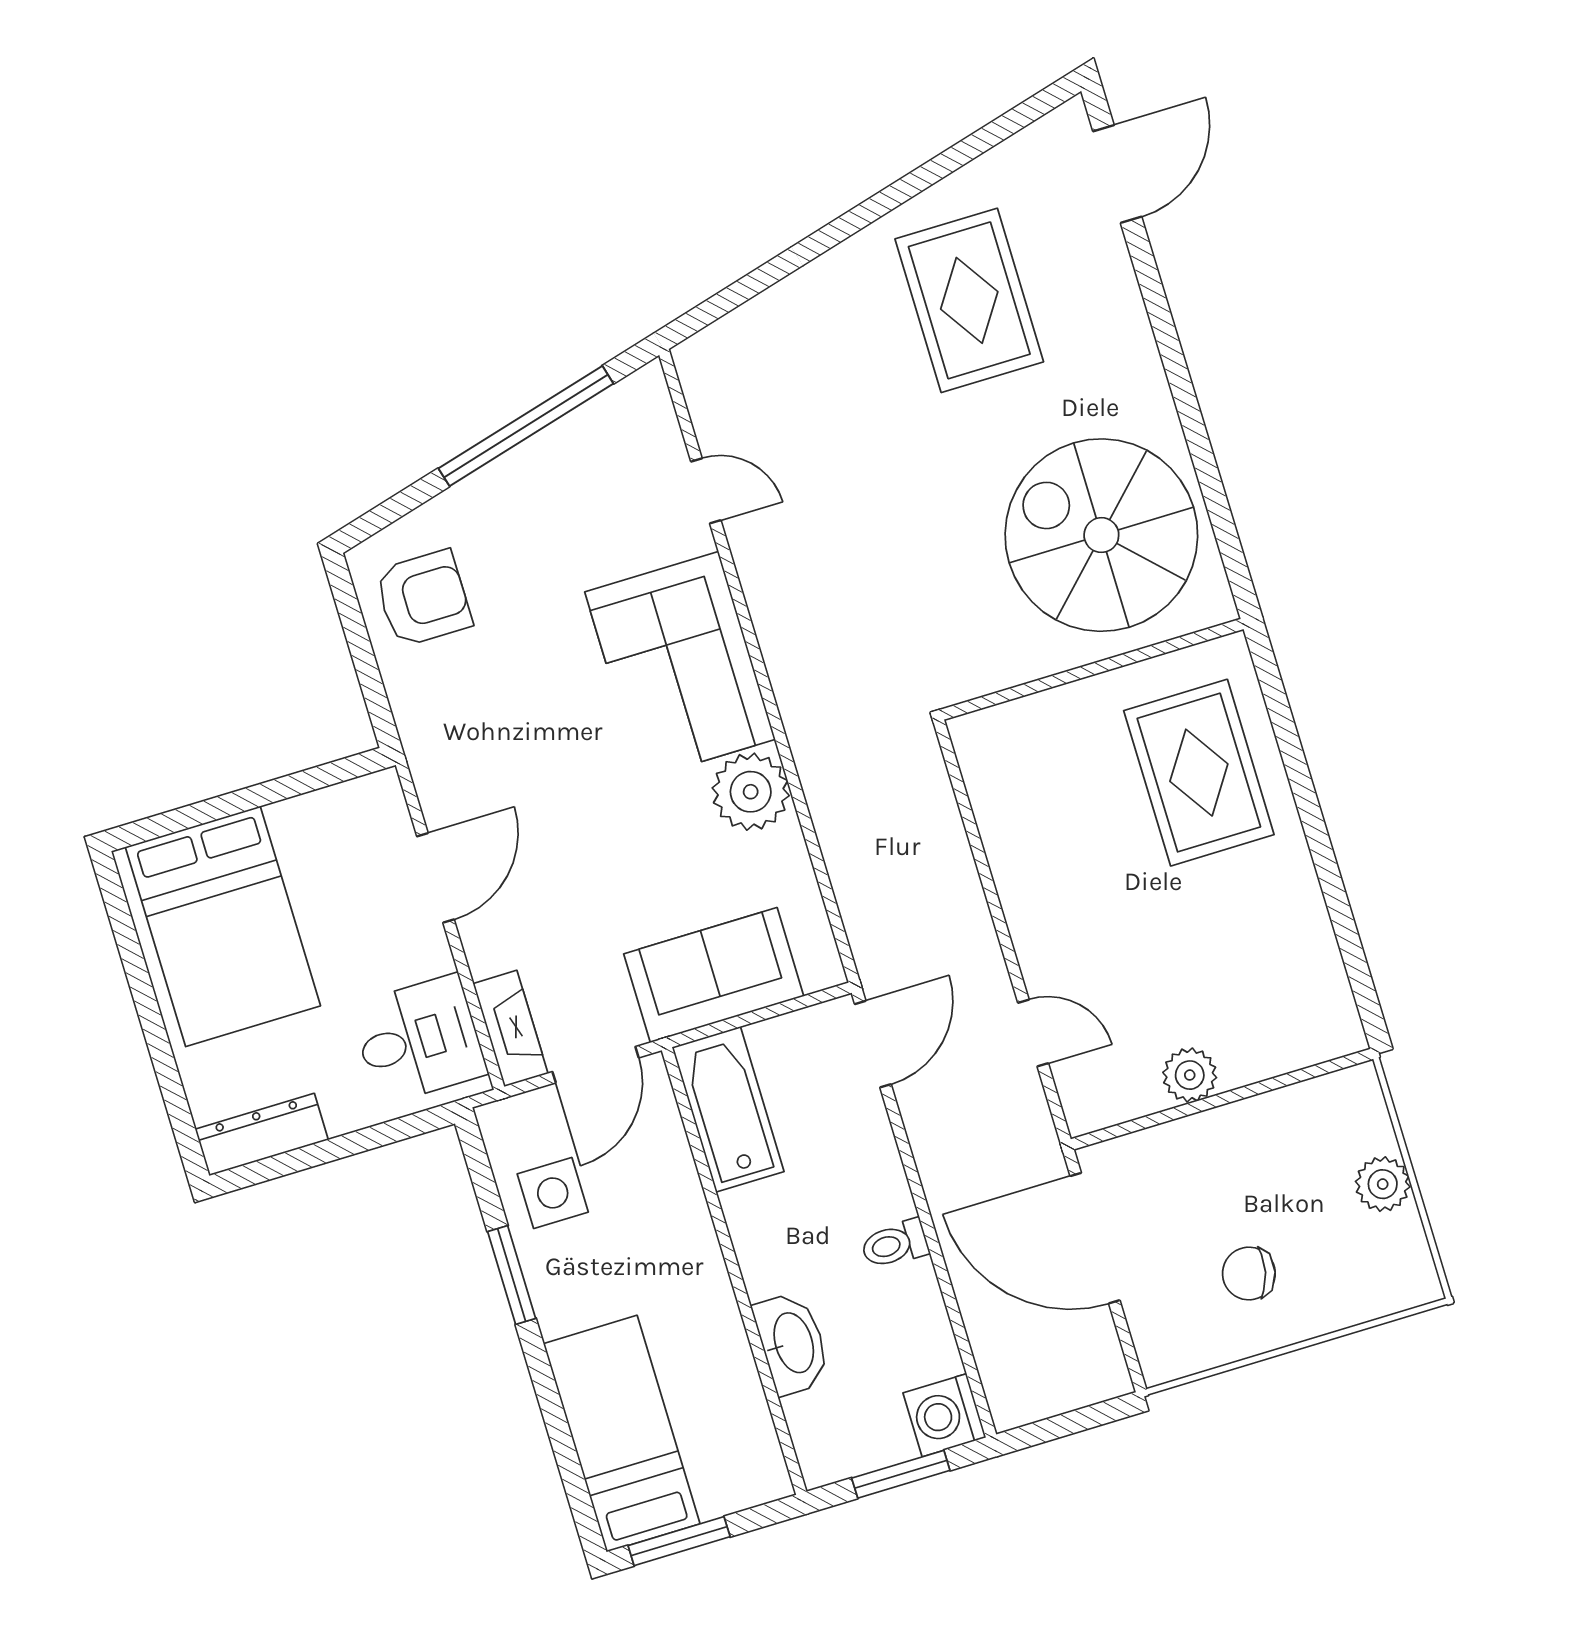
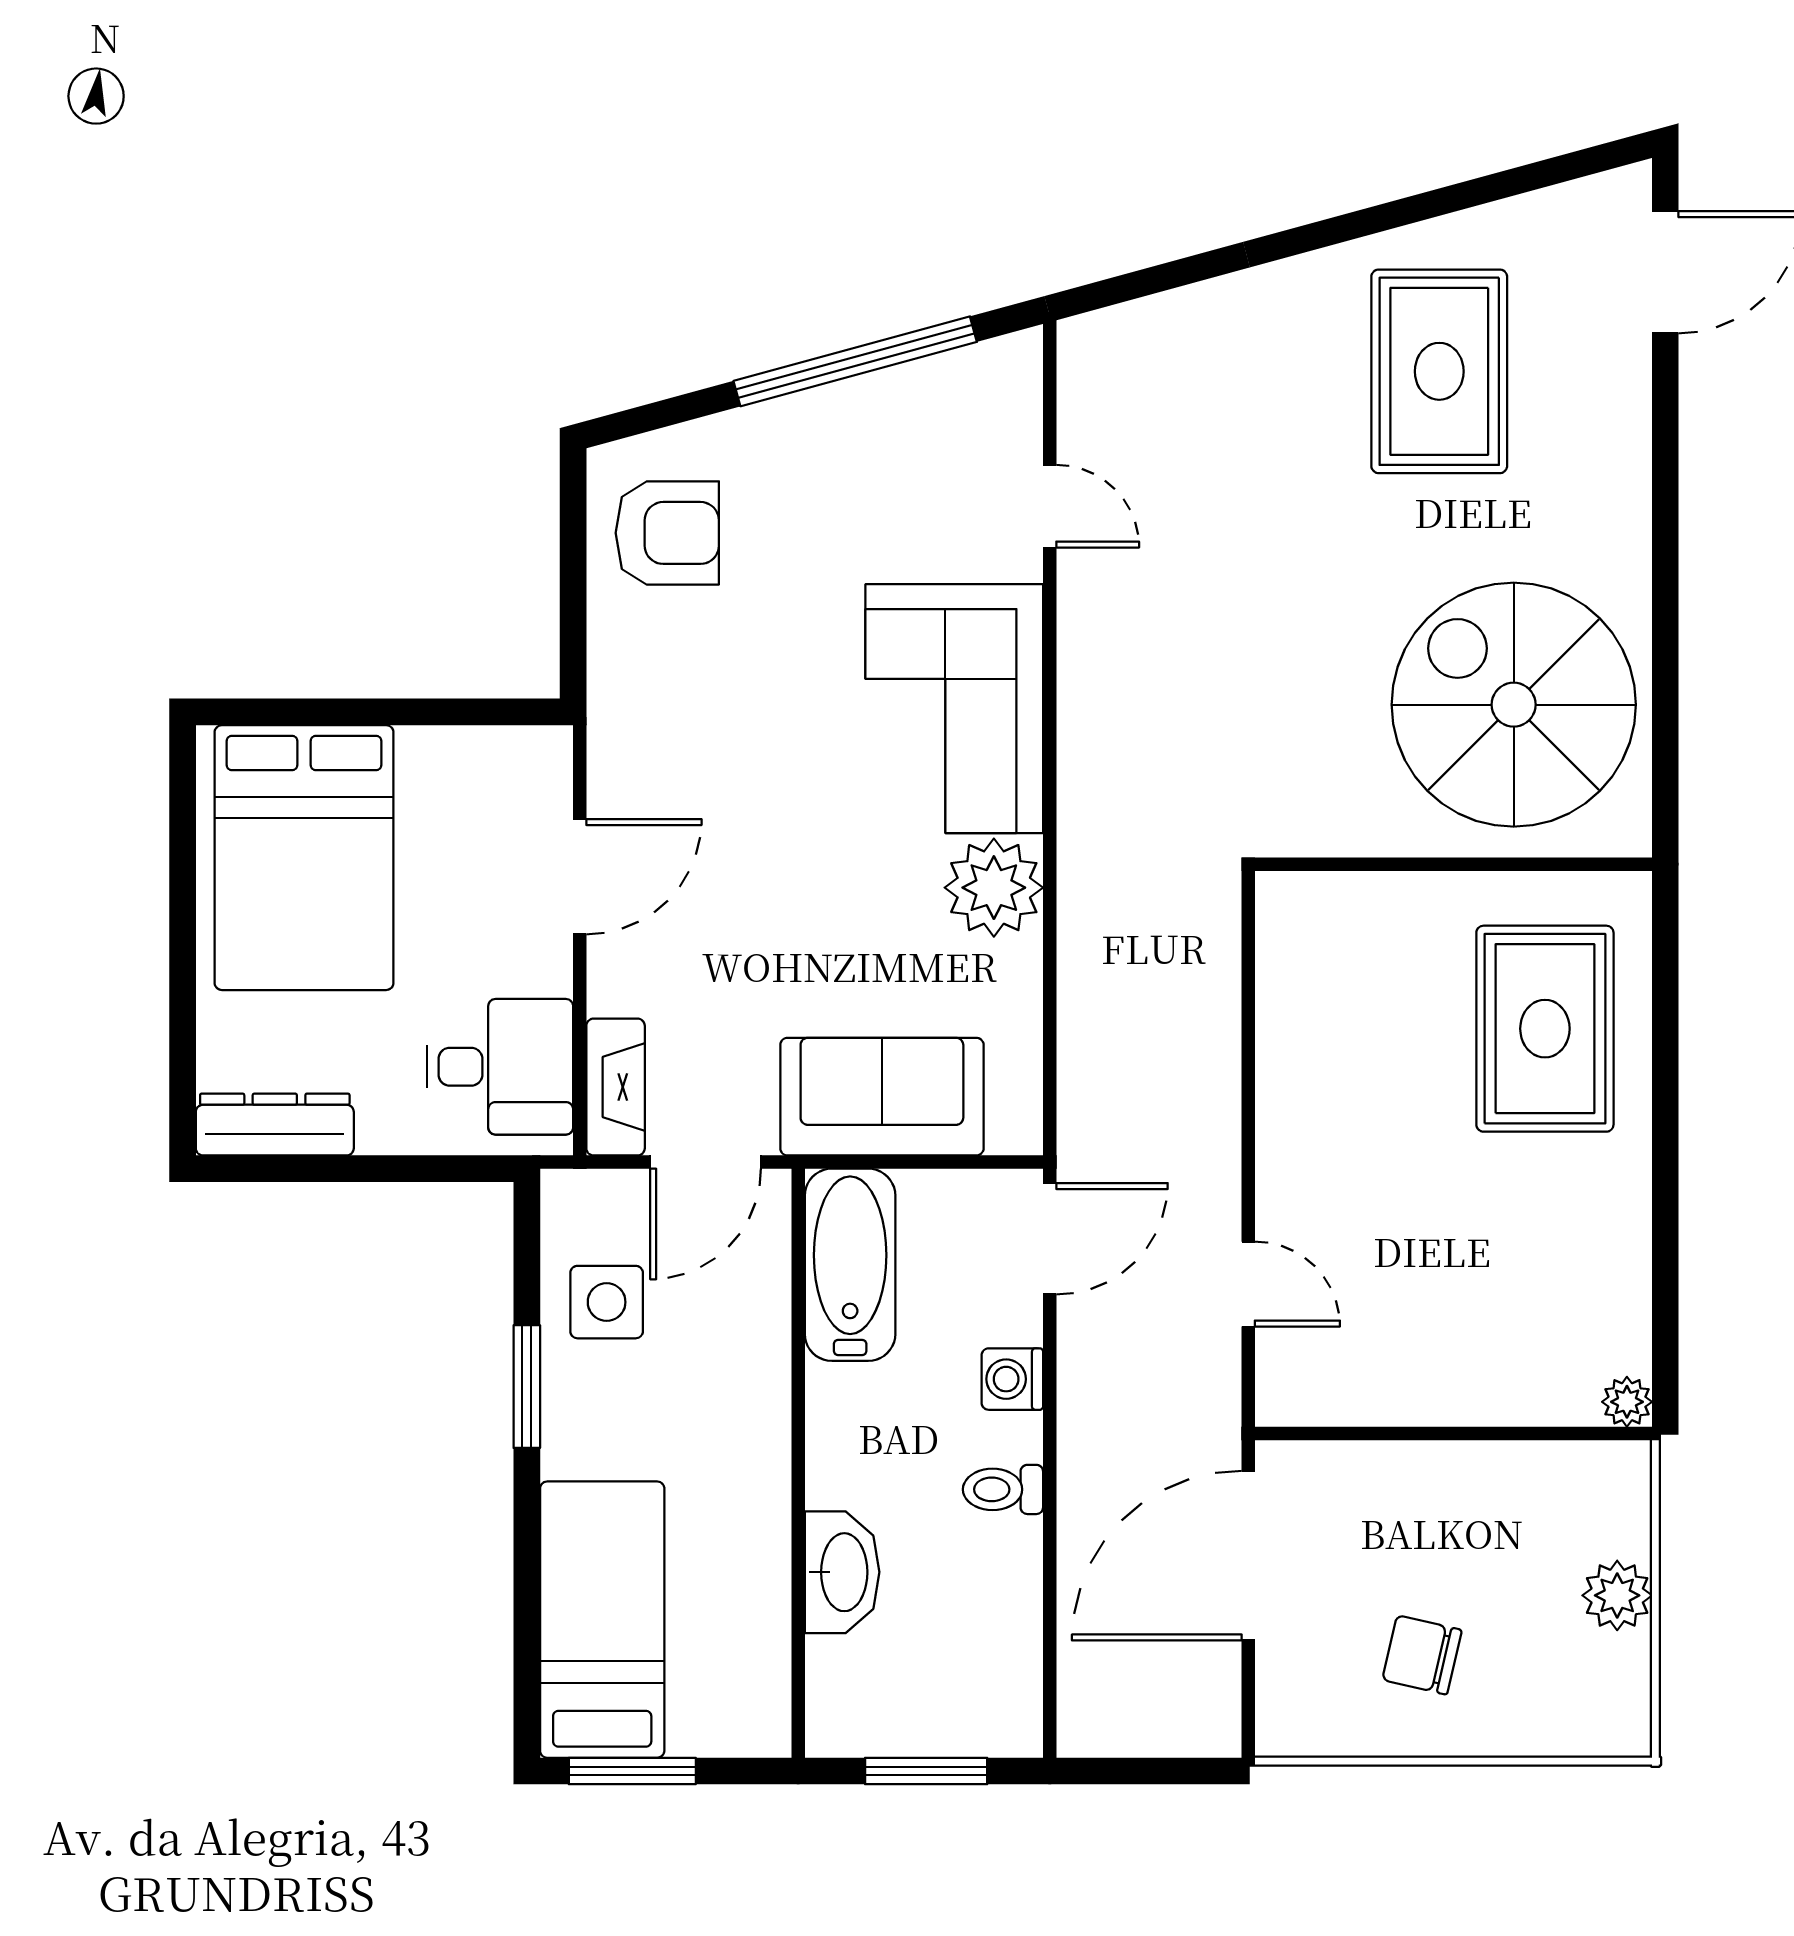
plant: (1190, 1075) -> (1627, 1402), moved, width x0.73, depth x0.73
door: (1095, 1238) -> (1248, 1556), hinge flipped
washing machine: (944, 1415) -> (1012, 1379), moved, width x0.73, depth x0.73

